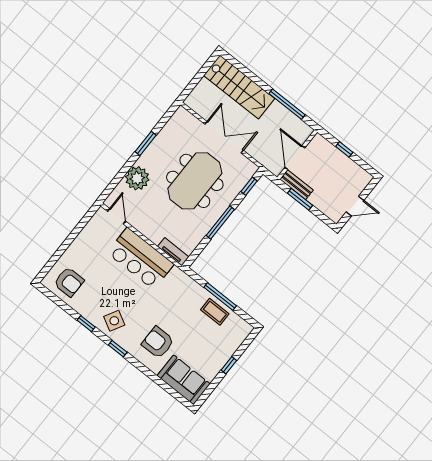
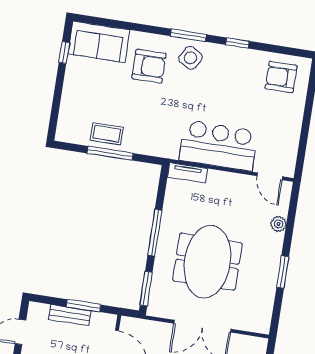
plant: (137, 178) -> (278, 224), width x0.53, depth x0.53
bench: (296, 185) -> (70, 315), moved
window: (249, 186) -> (146, 289), width x1.50
side table: (114, 321) -> (191, 58), moved
window: (118, 349) -> (188, 35), width x1.50
window: (229, 365) -> (64, 52), moved

